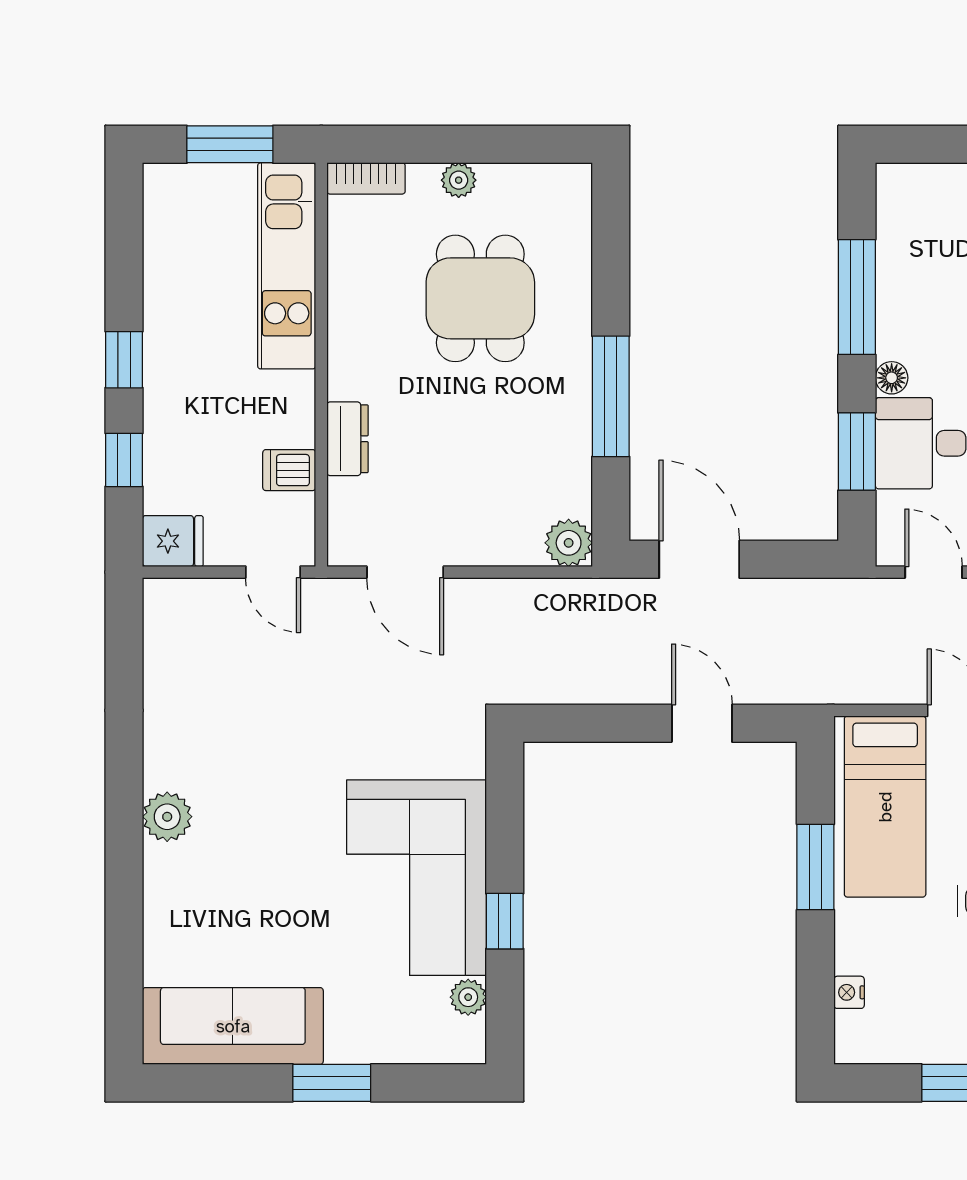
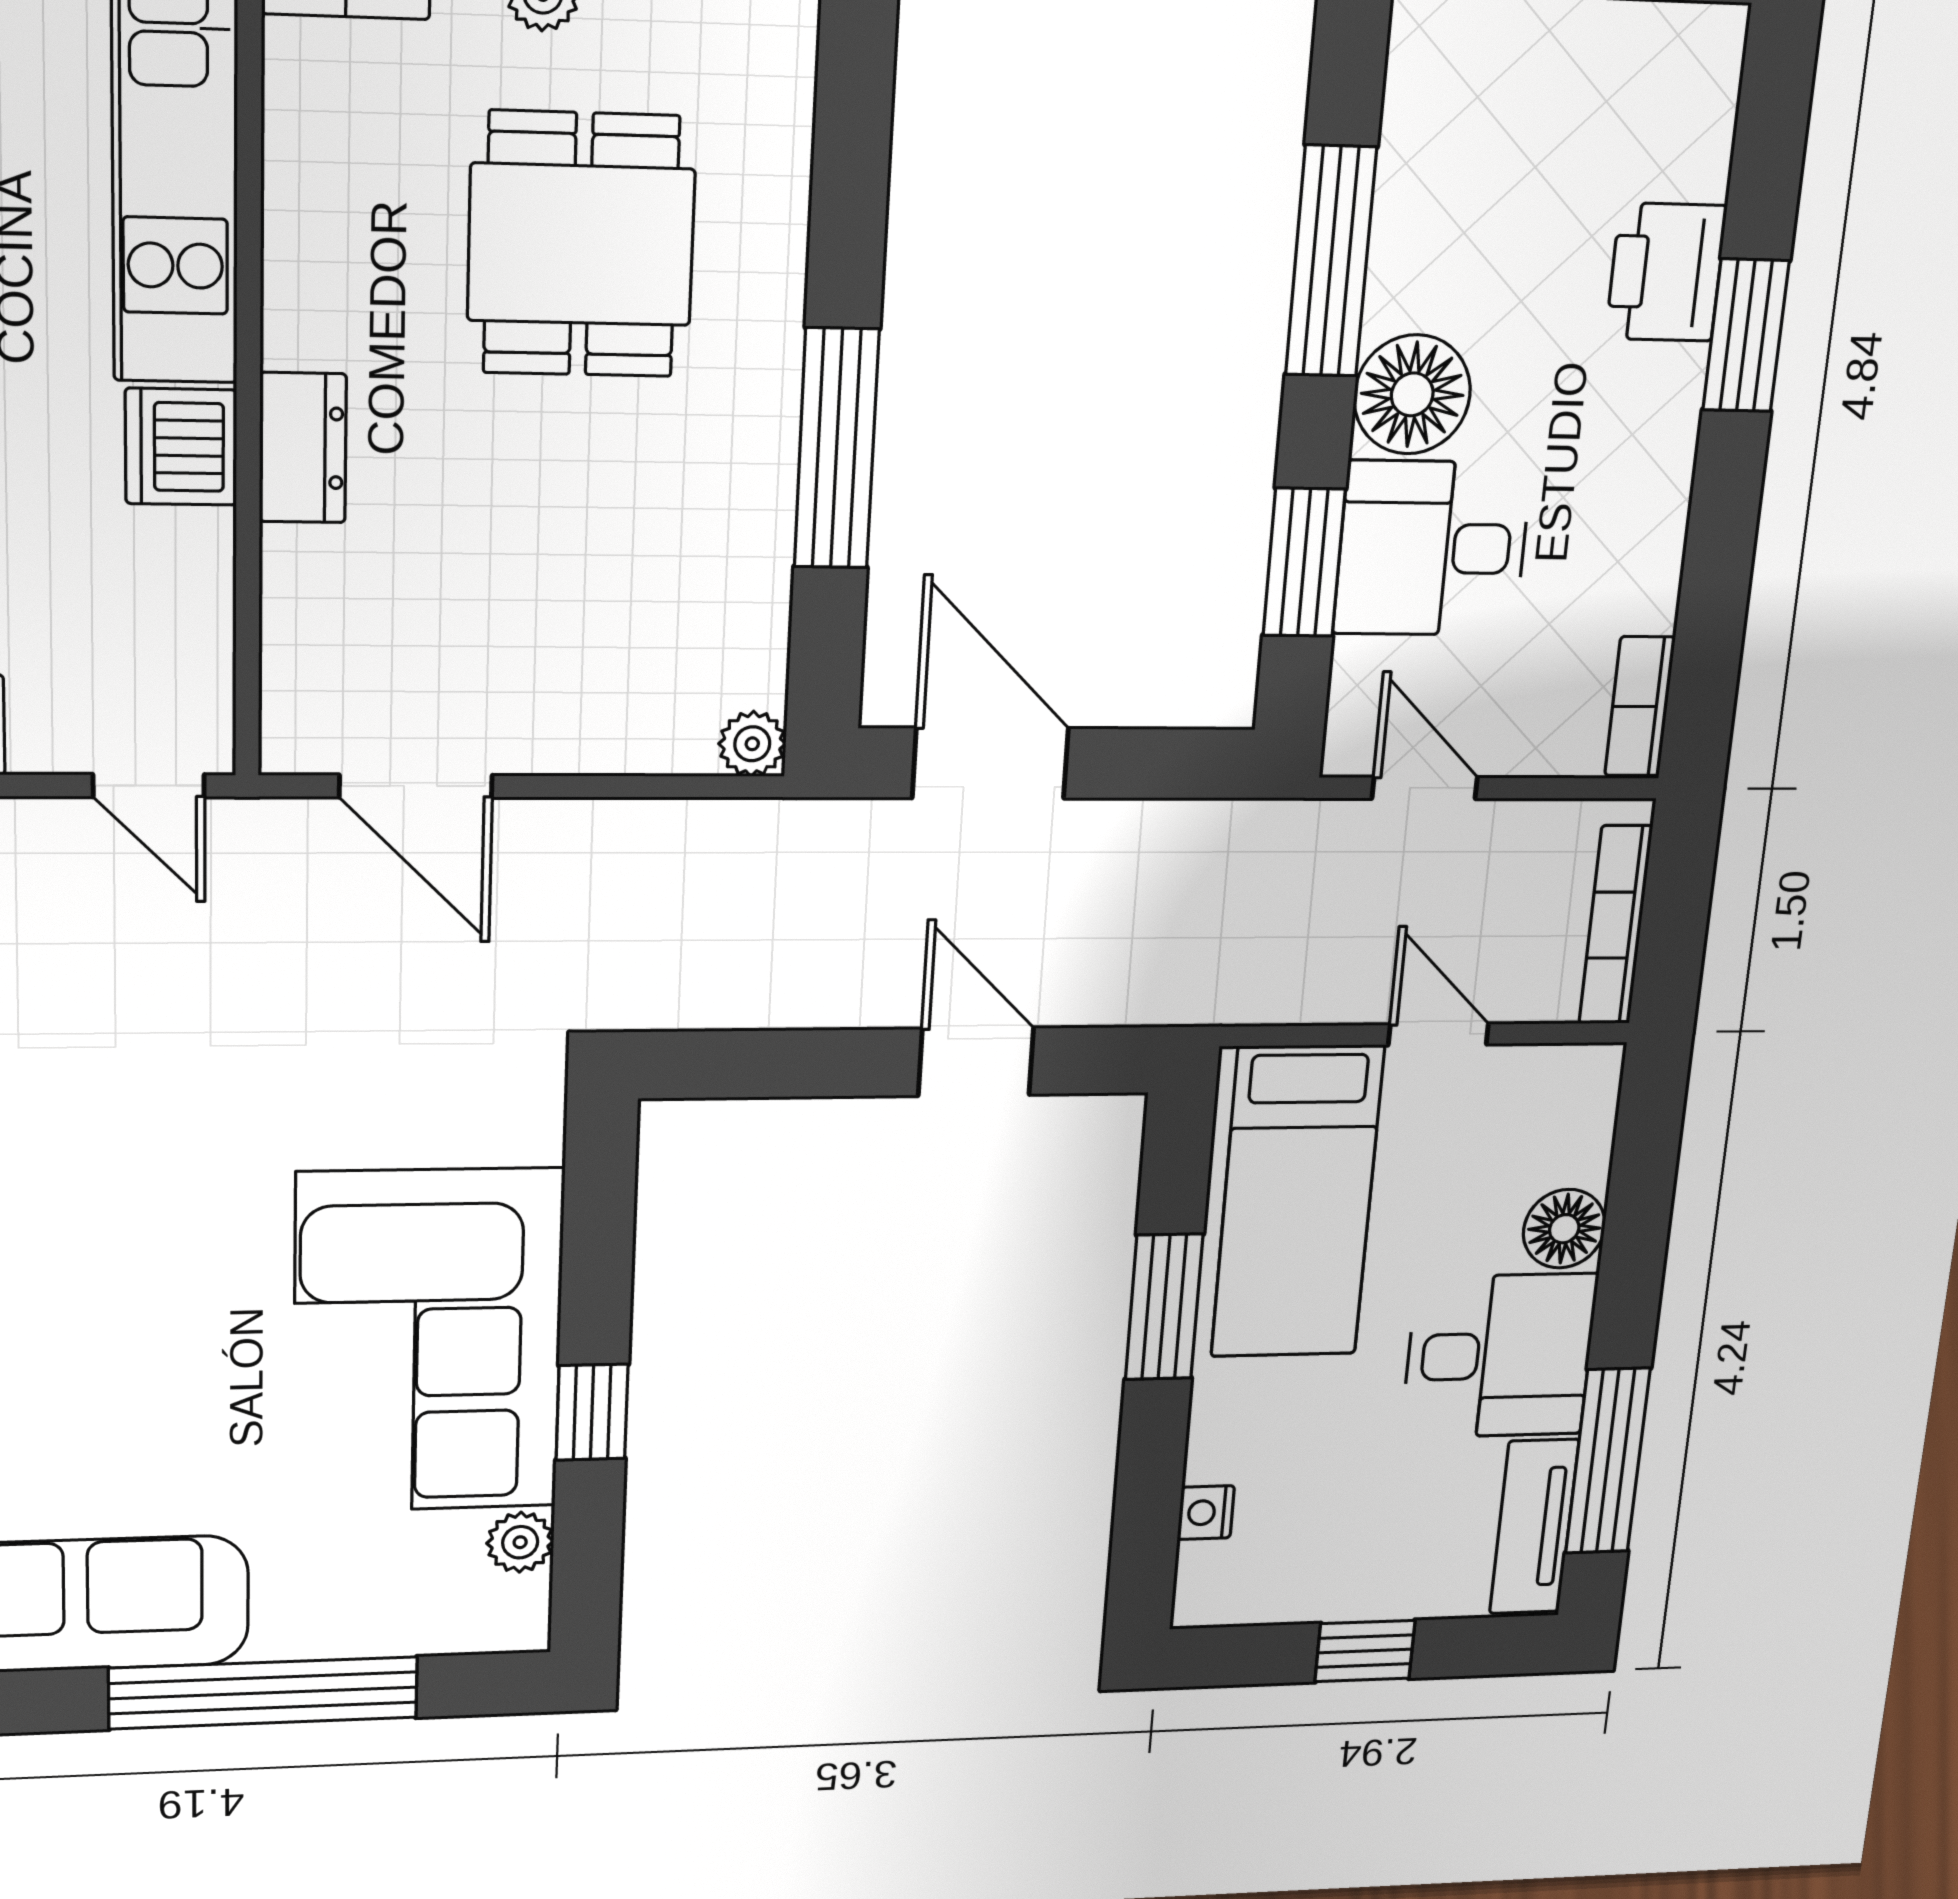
floor lamp: (892, 378) -> (1412, 394), width x1.89, depth x1.89
dresser: (348, 439) -> (303, 448), moved
dishwasher: (289, 470) -> (181, 447), moved, width x1.38
plant: (569, 543) -> (752, 744), width x0.73, depth x0.73
window: (332, 1083) -> (264, 1693), width x2.11

